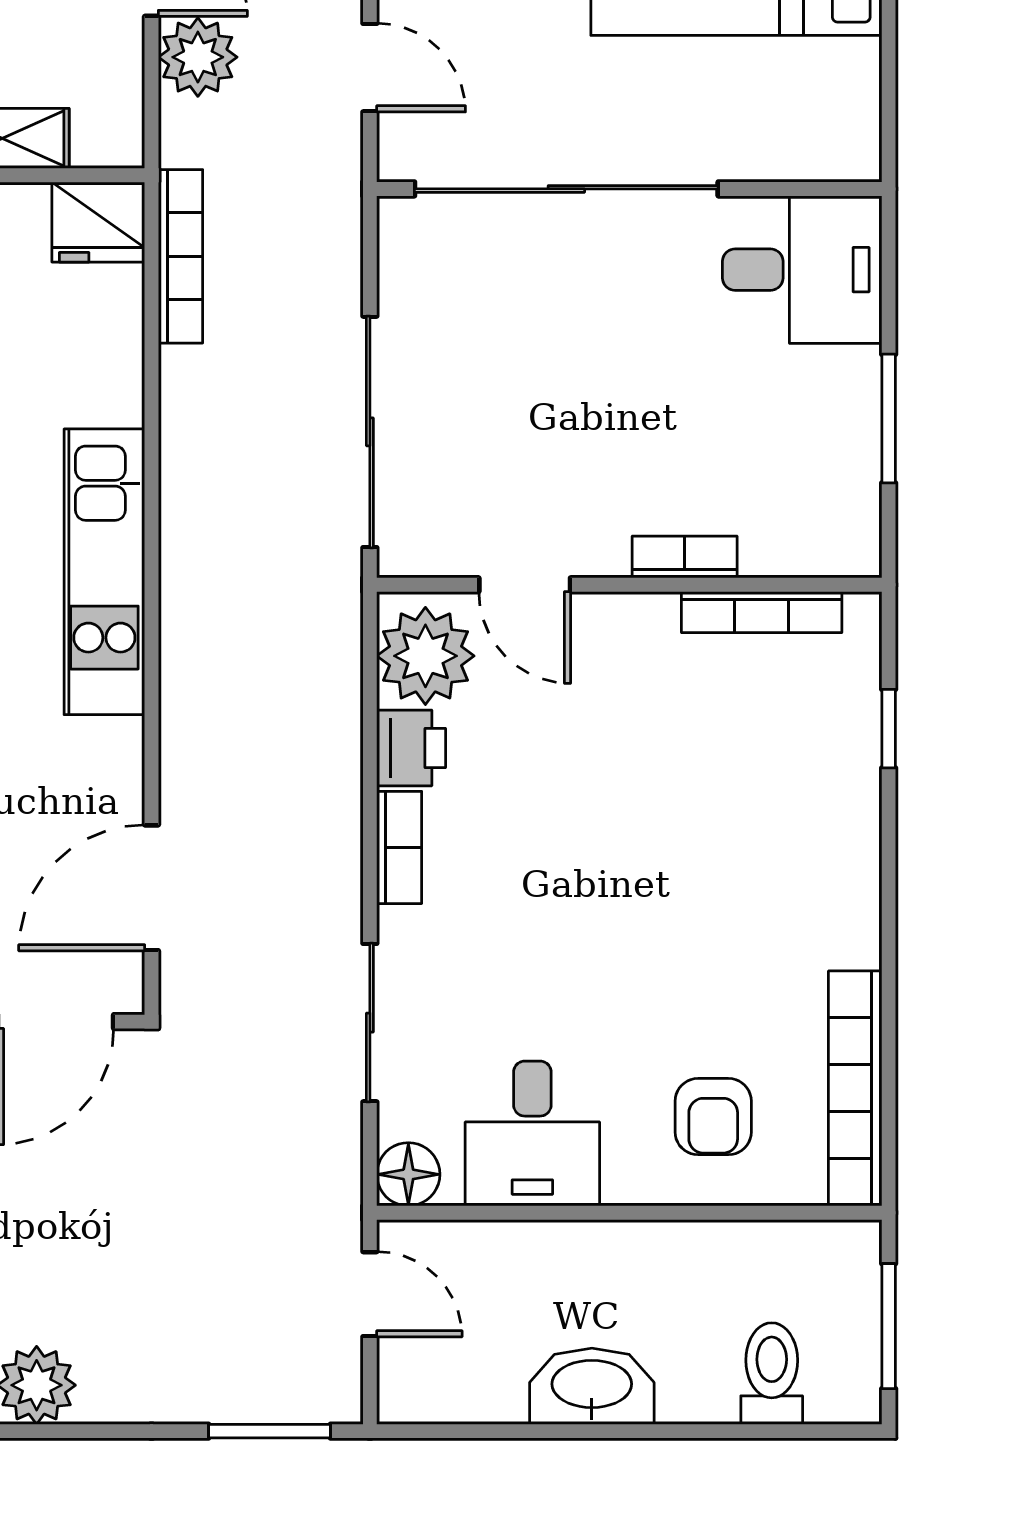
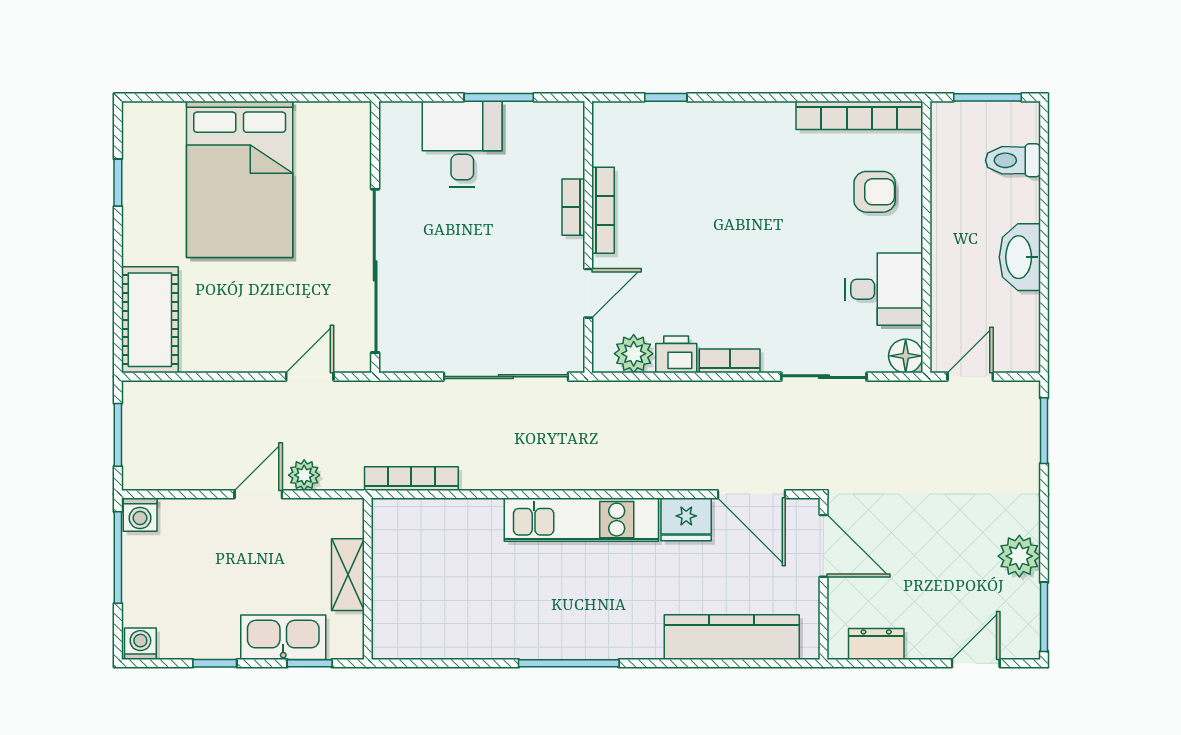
plant: (198, 57) -> (304, 475), width x0.73, depth x0.73
fridge: (98, 222) -> (686, 519), moved, turned 90
desk: (802, 270) -> (462, 144), moved
bookcase: (762, 612) -> (603, 210), moved
plant: (425, 656) -> (634, 354), width x0.73, depth x0.73

